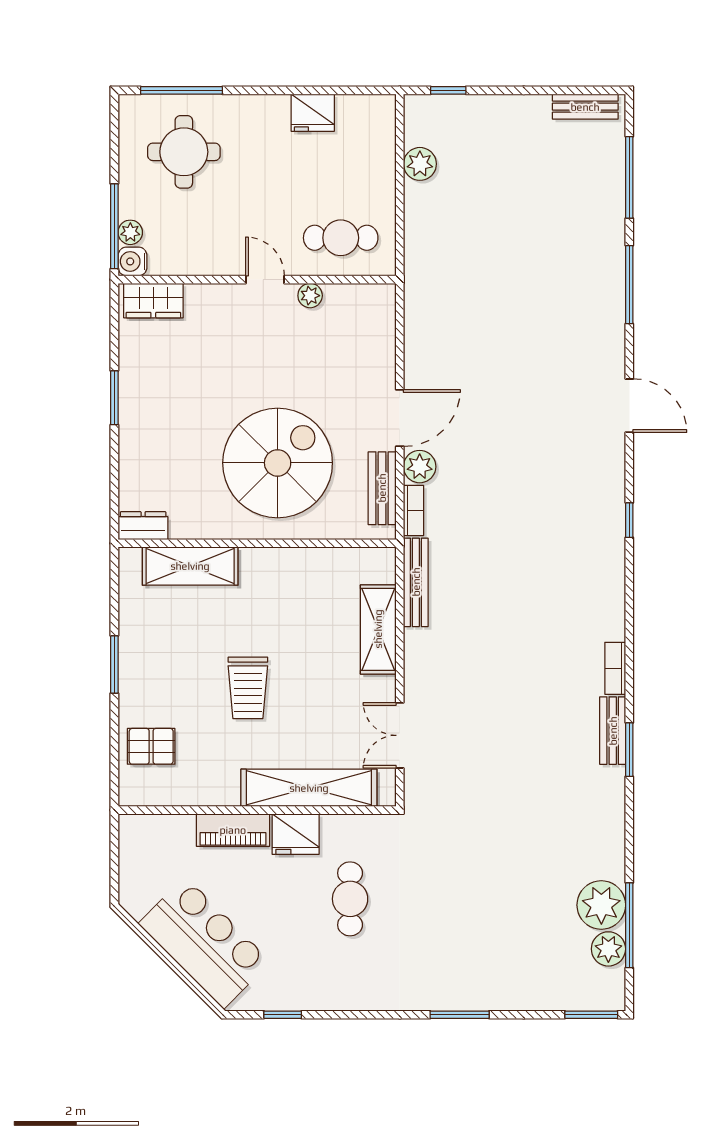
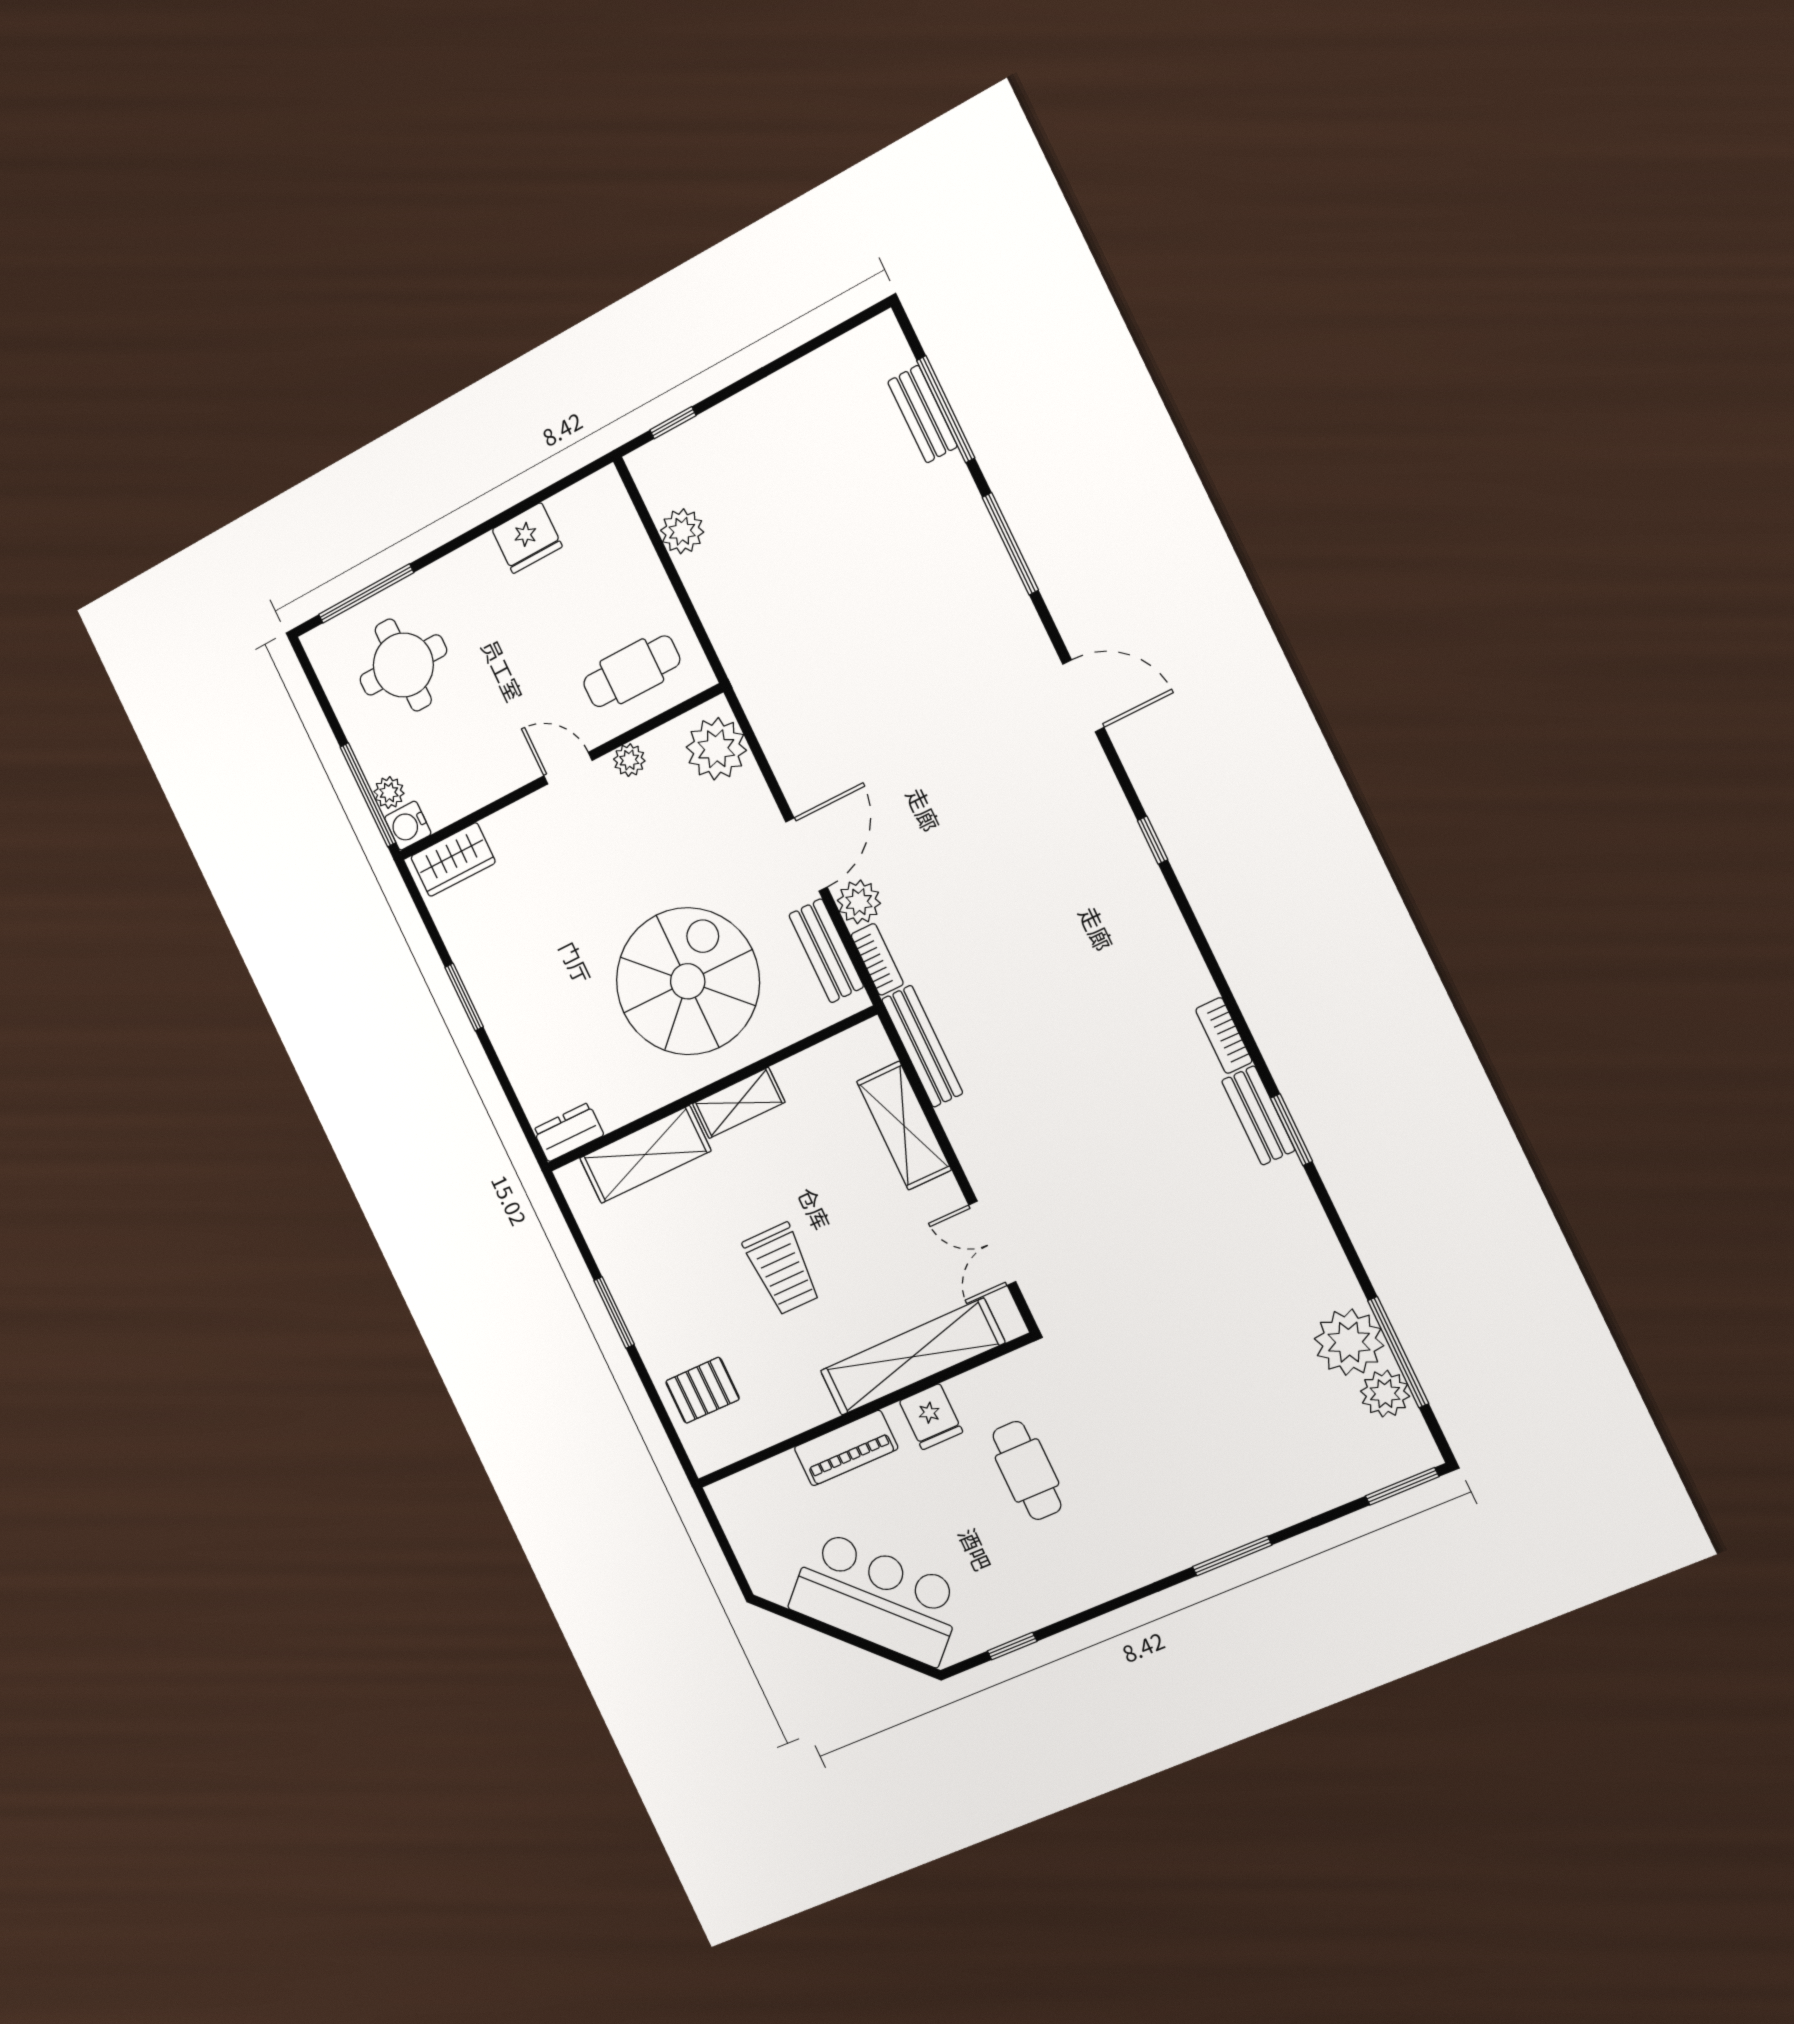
bench: (585, 107) -> (923, 414), moved, turned 90
plant: (373, 318) -> (716, 749), added
shelving: (273, 562) -> (739, 1103), added
fridge: (296, 834) -> (931, 1417), width x0.72

